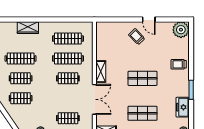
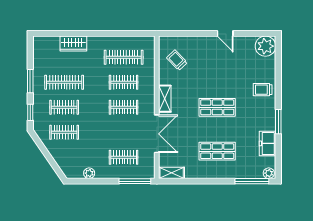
trolley: (137, 37) -> (177, 60), moved
clothes rail: (68, 58) -> (124, 82), width x0.73

